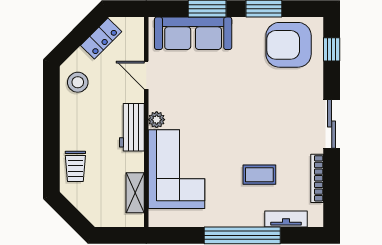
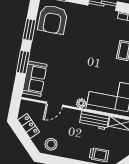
sofa: (193, 33) -> (35, 79), width x0.73
workbench: (132, 127) -> (94, 120), moved

